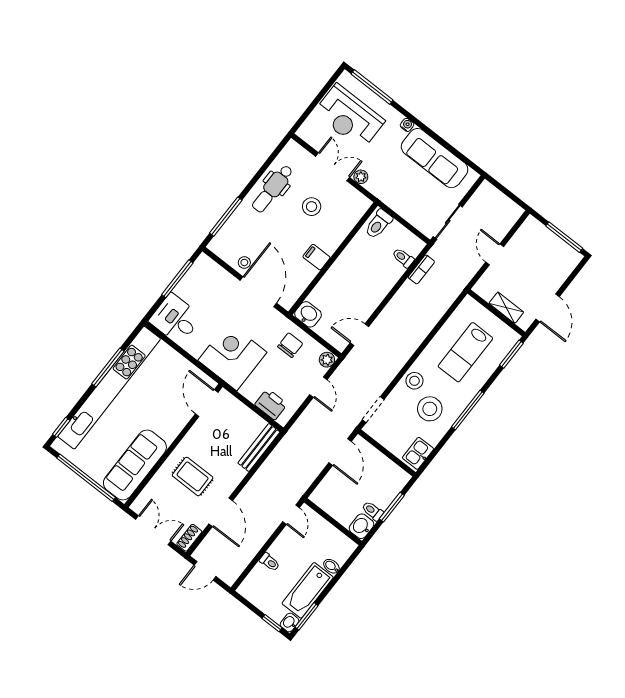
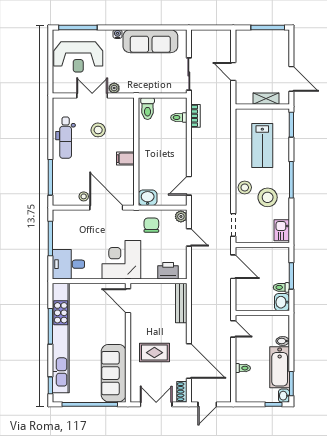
door: (221, 512) -> (189, 361), width x1.36

